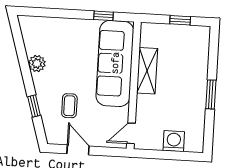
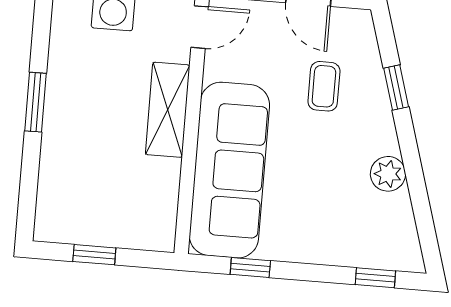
window: (42, 12) -> (375, 278), added
shelving: (147, 71) -> (168, 110), moved

